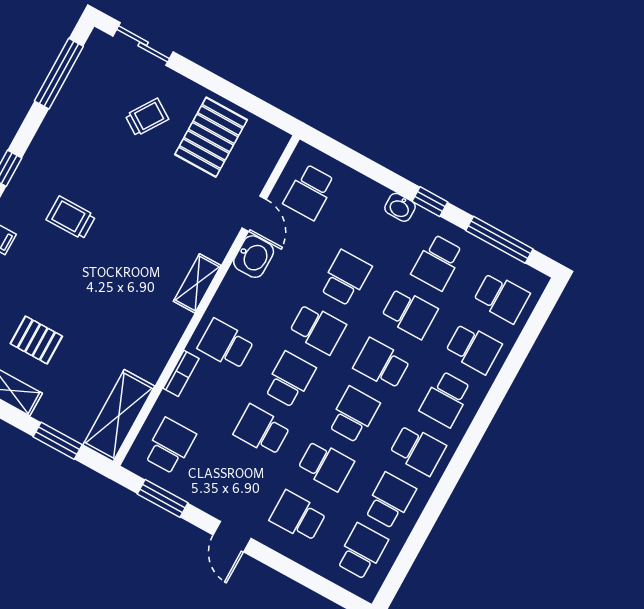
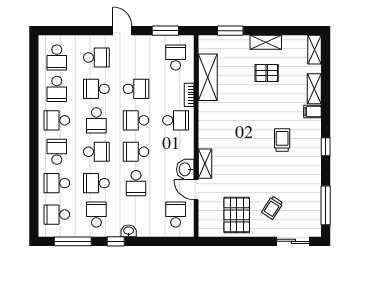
trolley: (71, 218) -> (282, 140), turned -90
shelving: (197, 283) -> (205, 164), moved
school desk: (290, 379) -> (136, 120), turned 90
shelving: (119, 416) -> (208, 77), moved
school desk: (170, 446) -> (176, 57), turned 180

